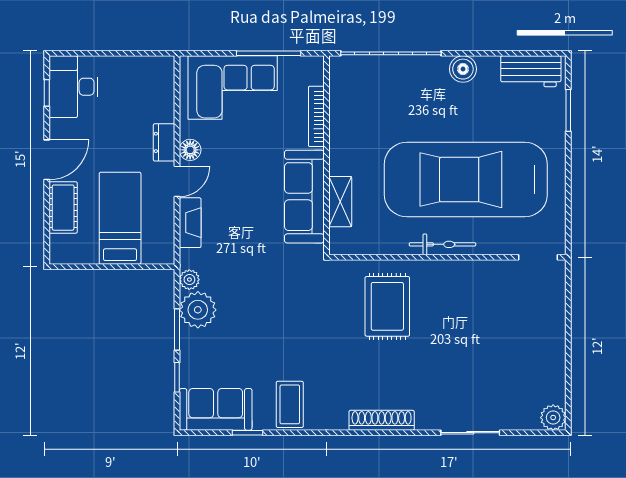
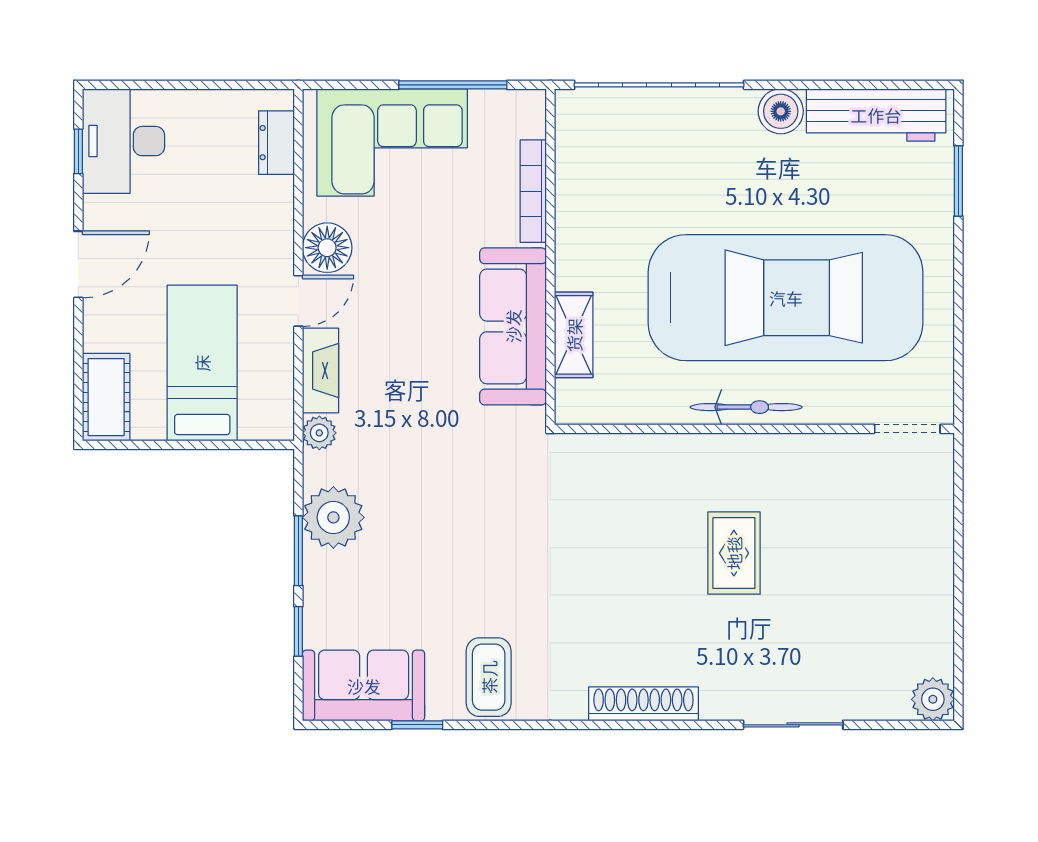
workbench: (531, 71) -> (876, 115), width x1.38
dresser: (164, 142) -> (277, 143), moved
floor lamp: (190, 150) -> (327, 248), width x1.38, depth x1.38
car: (466, 180) -> (786, 298), turned 180
cot: (63, 208) -> (106, 397), moved
plant: (189, 280) -> (319, 433), moved
rug: (387, 306) -> (734, 553), moved, width x0.73, depth x0.70

